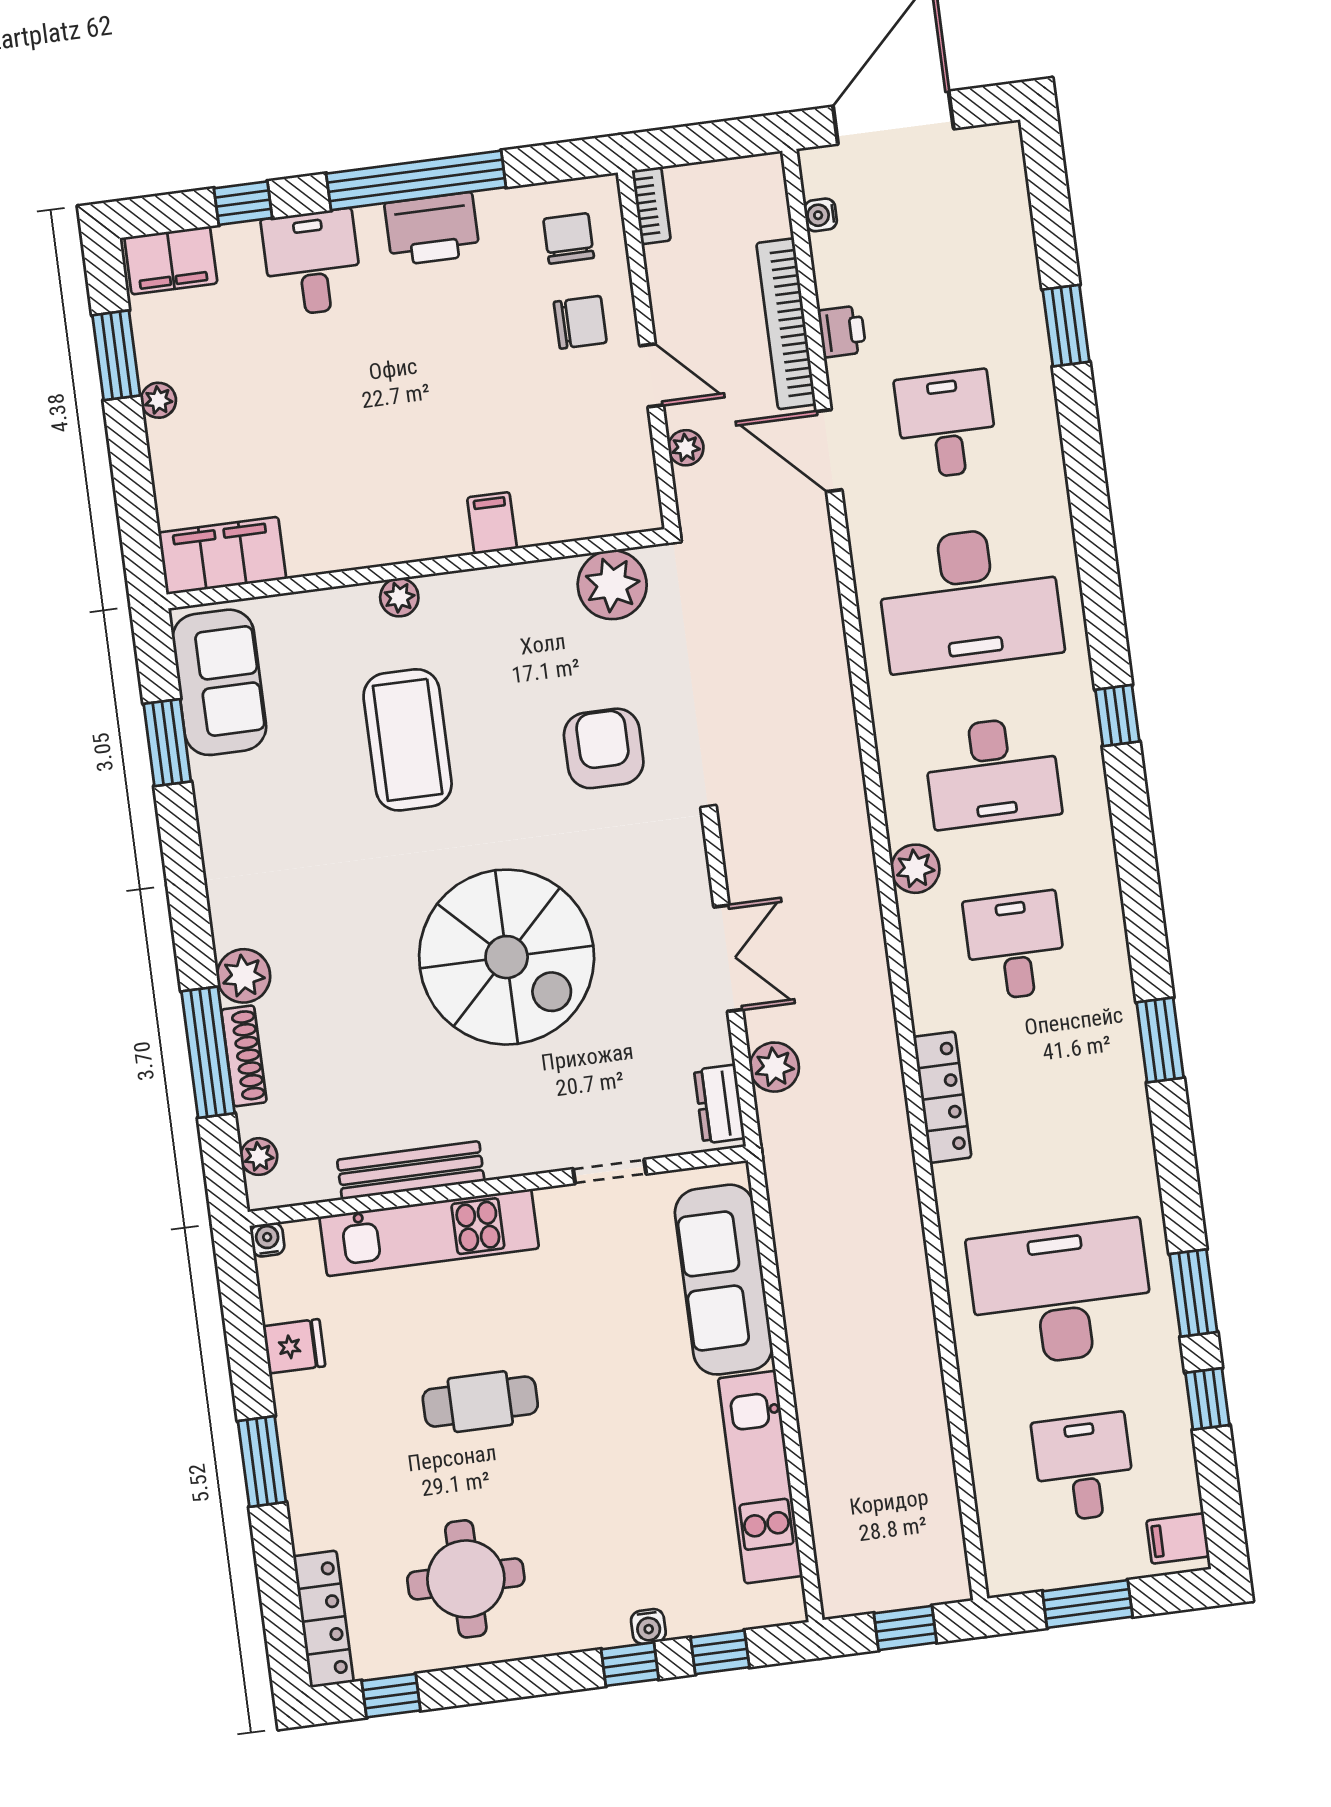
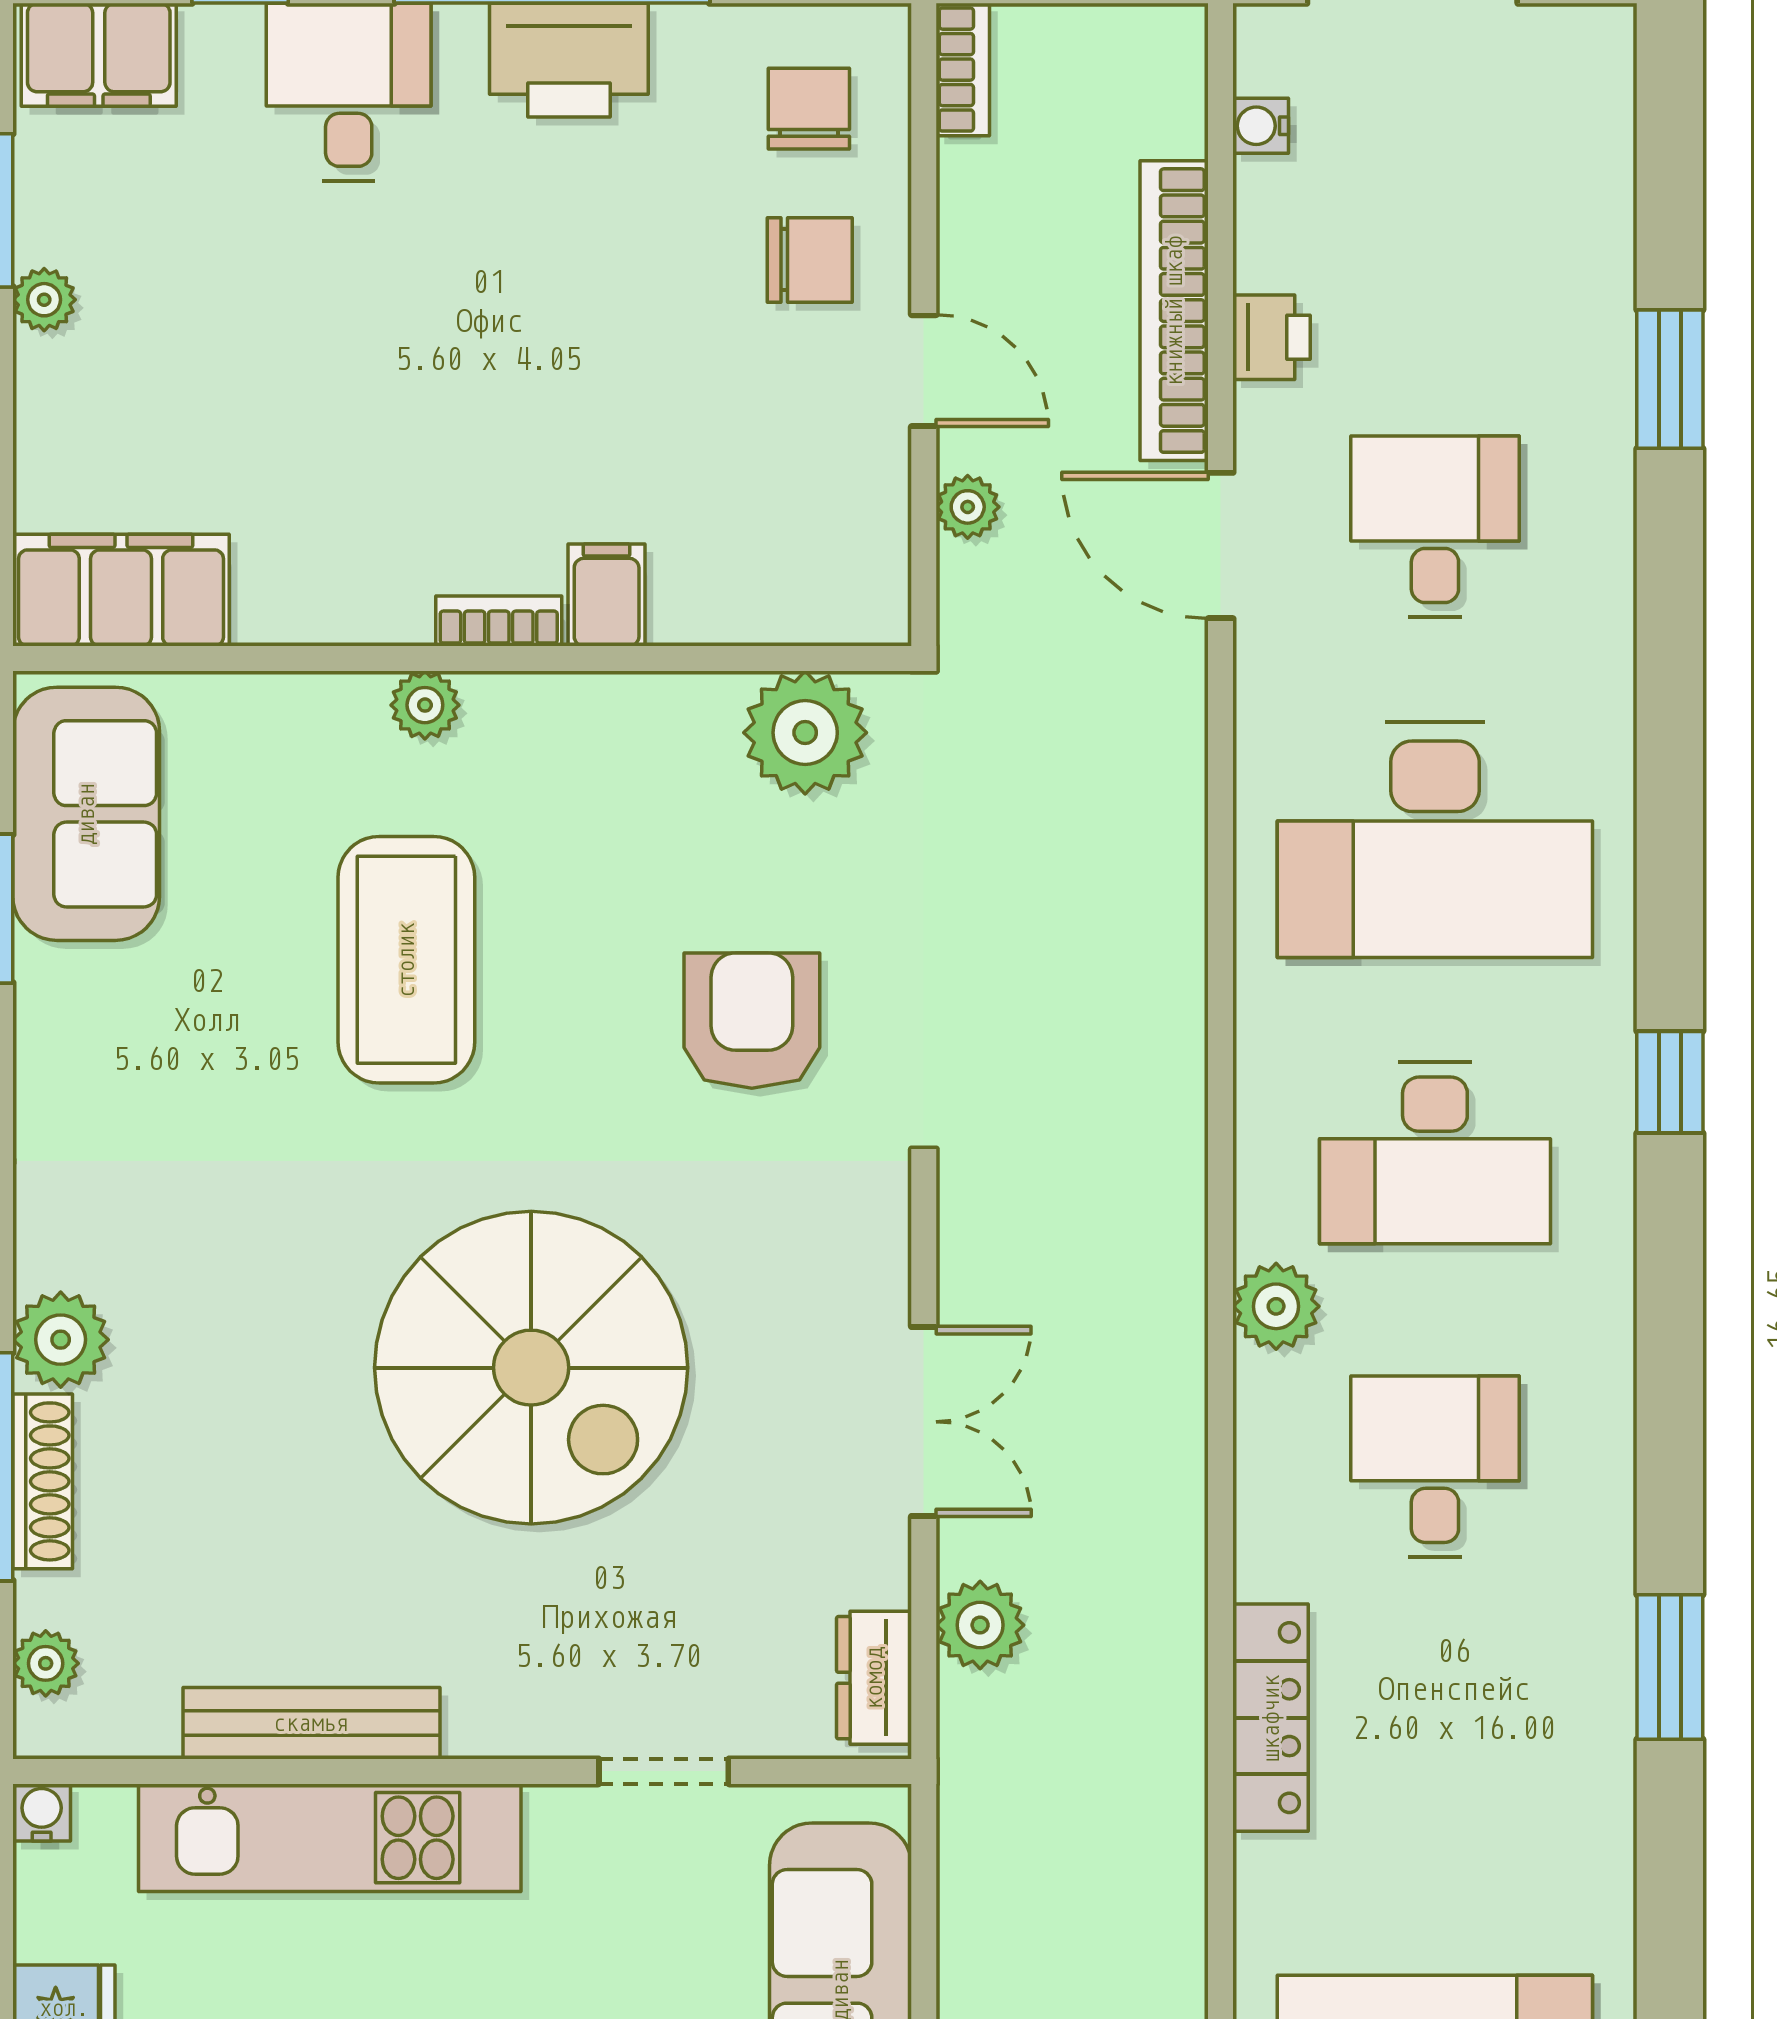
bookcase: (434, 545) -> (499, 621), added

